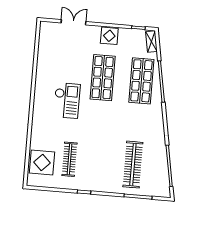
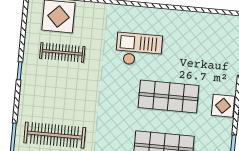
checkout: (67, 101) -> (139, 50), turned 180

